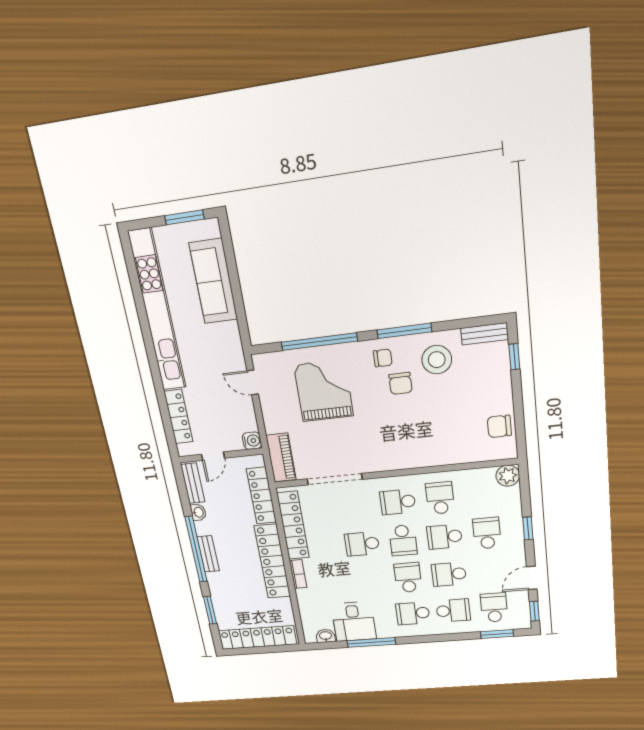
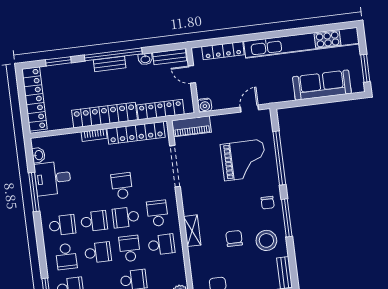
chair: (400, 383) -> (234, 238), moved, turned 90
shelving: (422, 459) -> (192, 231), added
school desk: (449, 574) -> (98, 253), turned 90
school desk: (413, 613) -> (62, 225), turned 90

